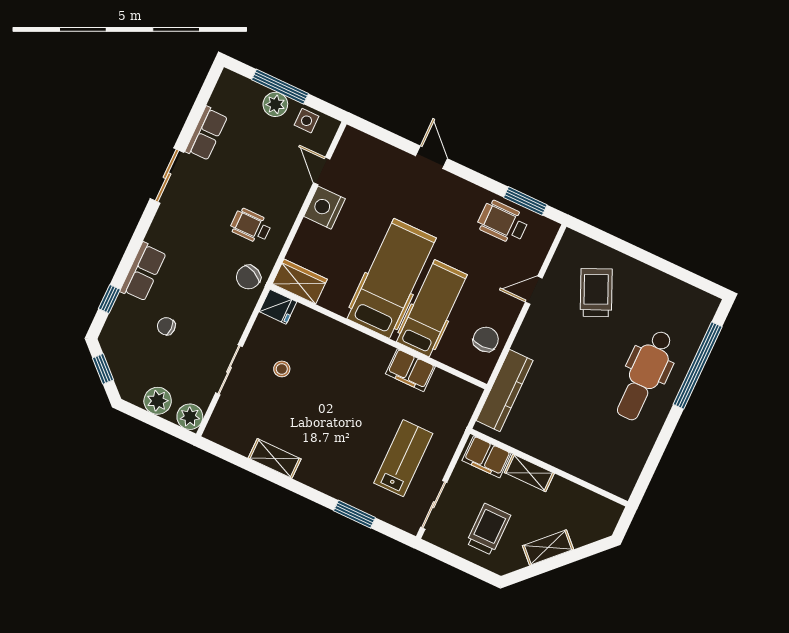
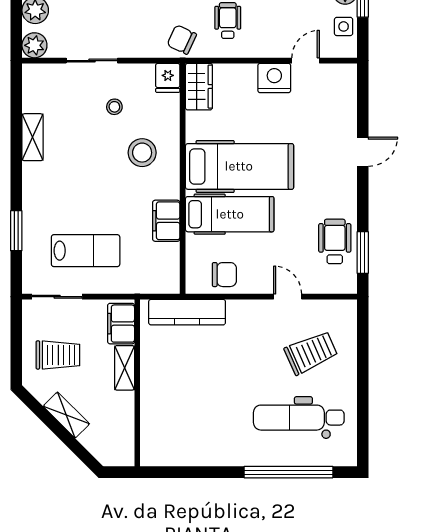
stool: (336, 363) -> (142, 153), added
dental chair: (645, 375) -> (299, 418), moved

